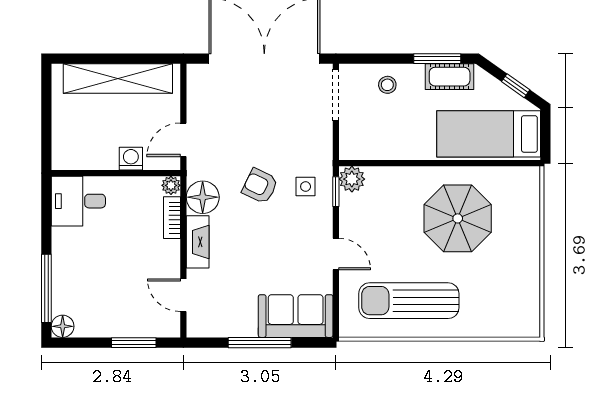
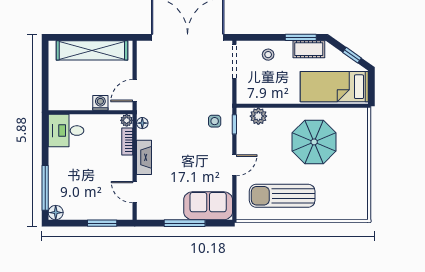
plant: (352, 179) -> (258, 116), moved
armchair: (260, 186) -> (185, 121), removed
floor lamp: (203, 197) -> (142, 123), width x0.53, depth x0.53
door: (336, 254) -> (234, 165), hinge flipped

